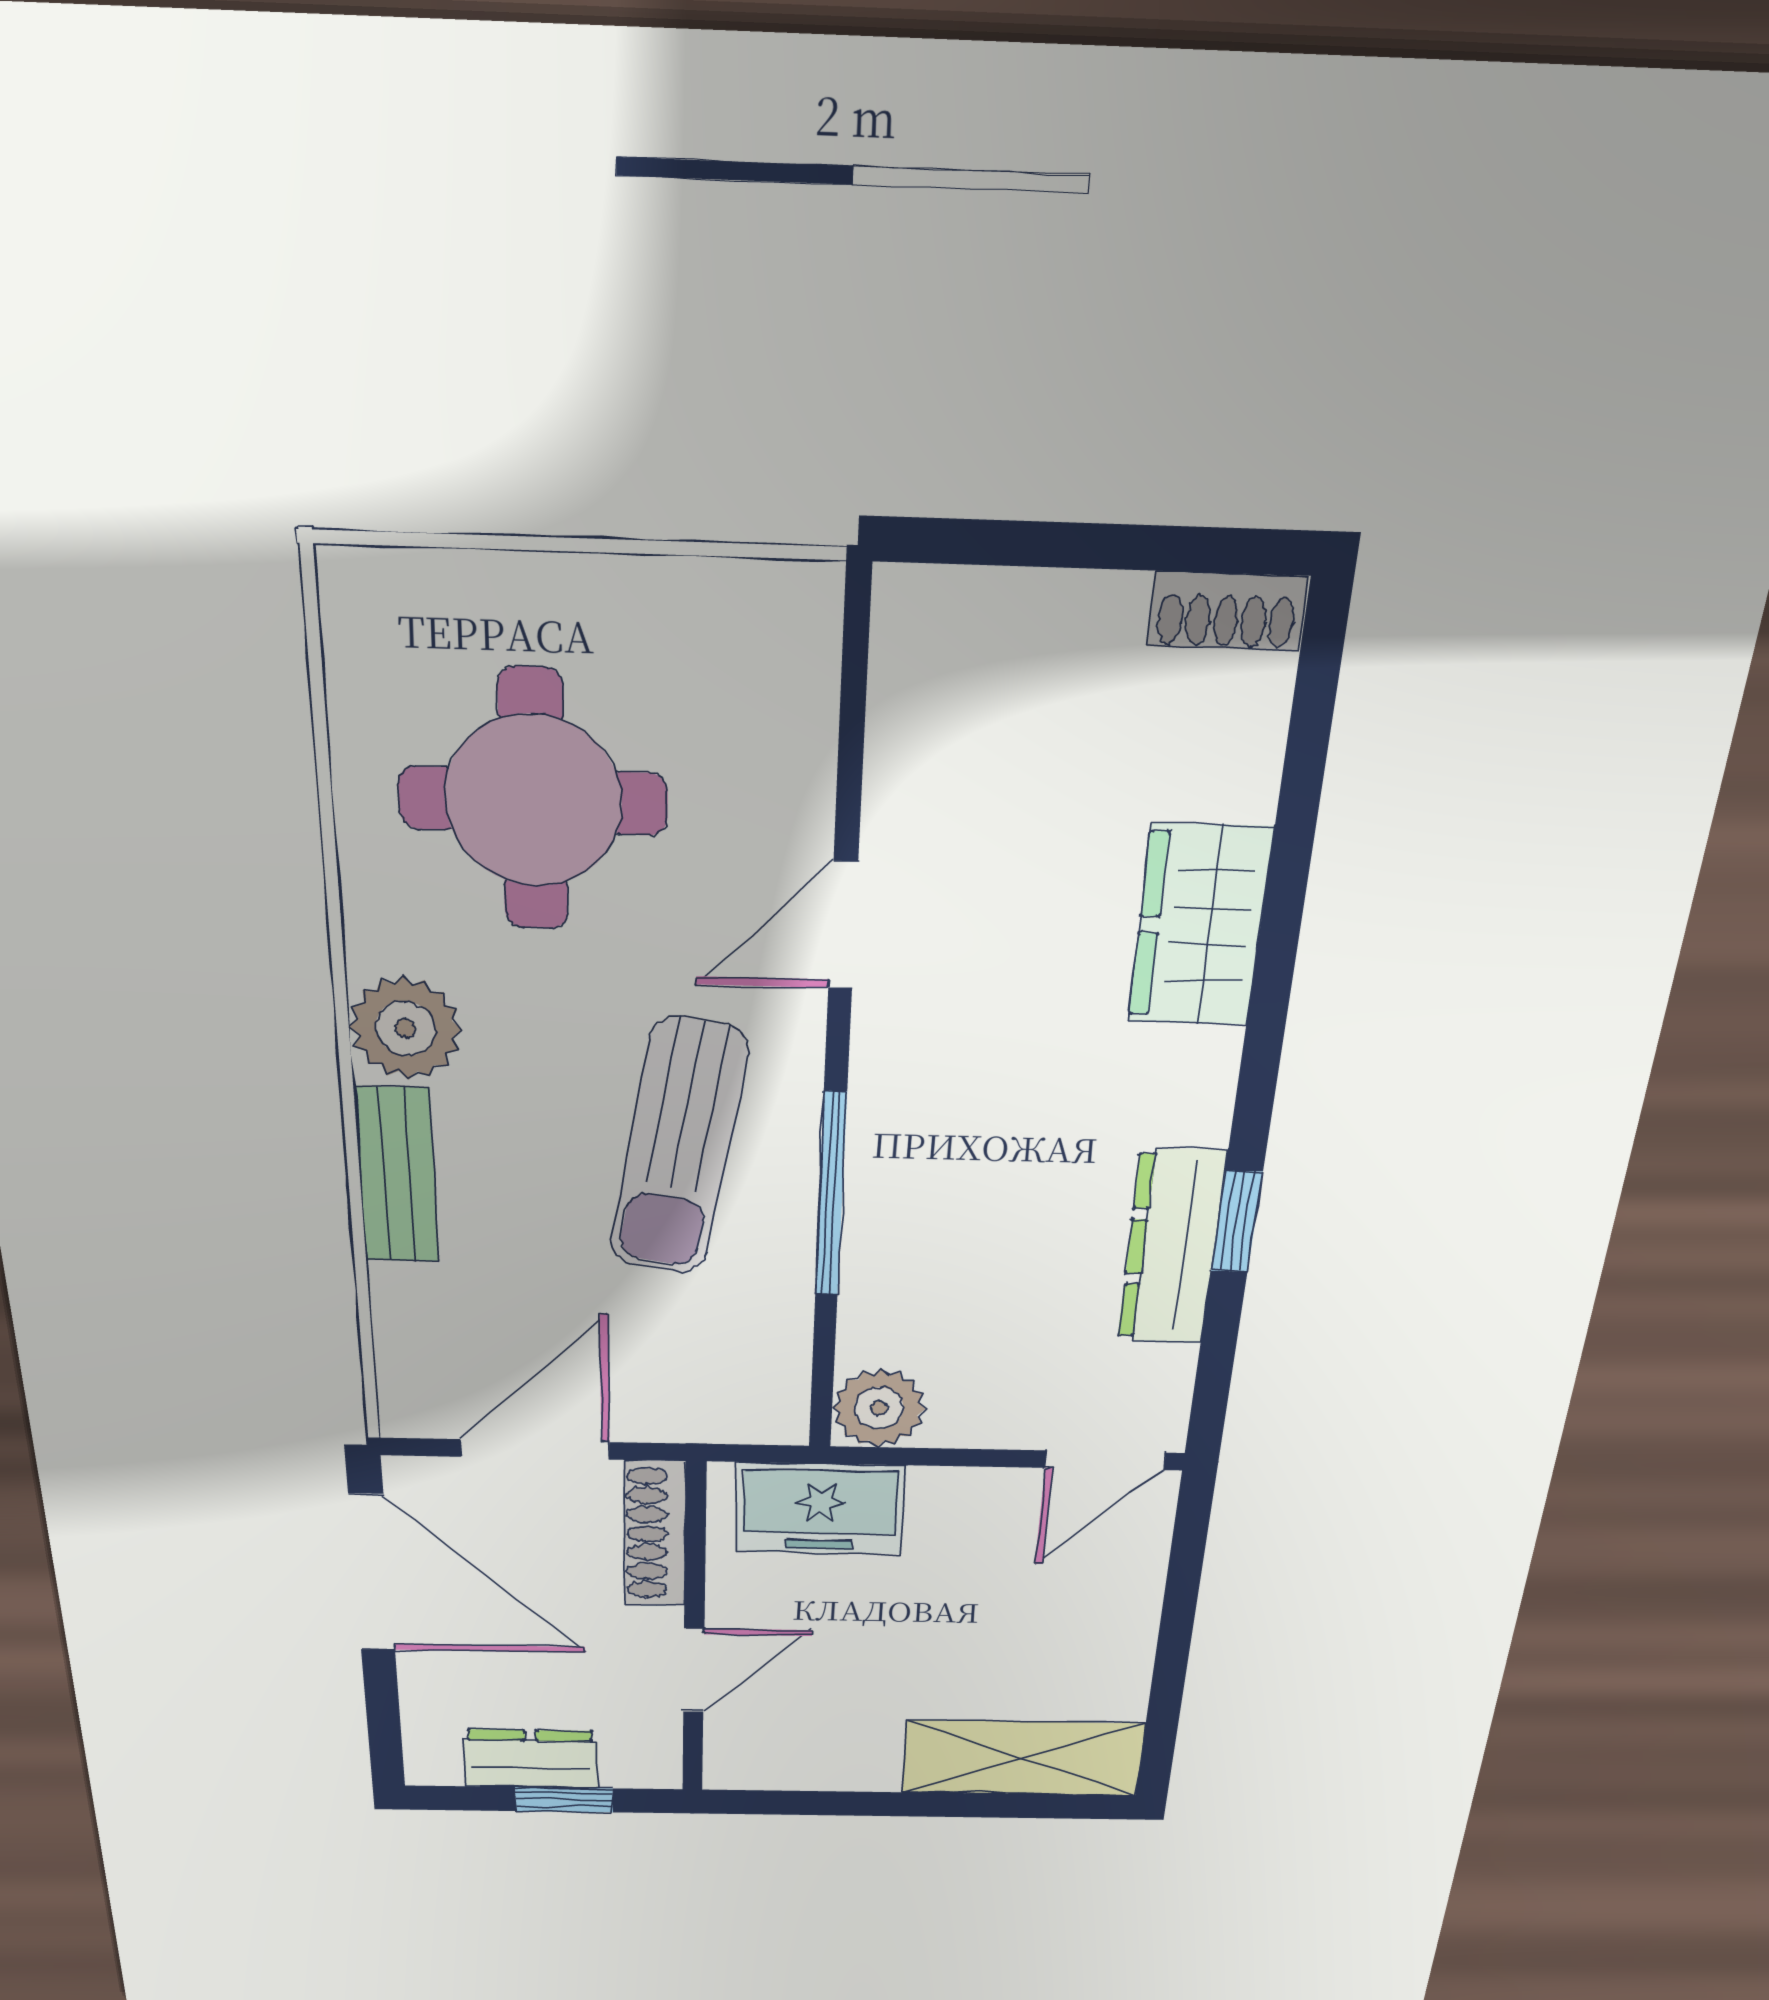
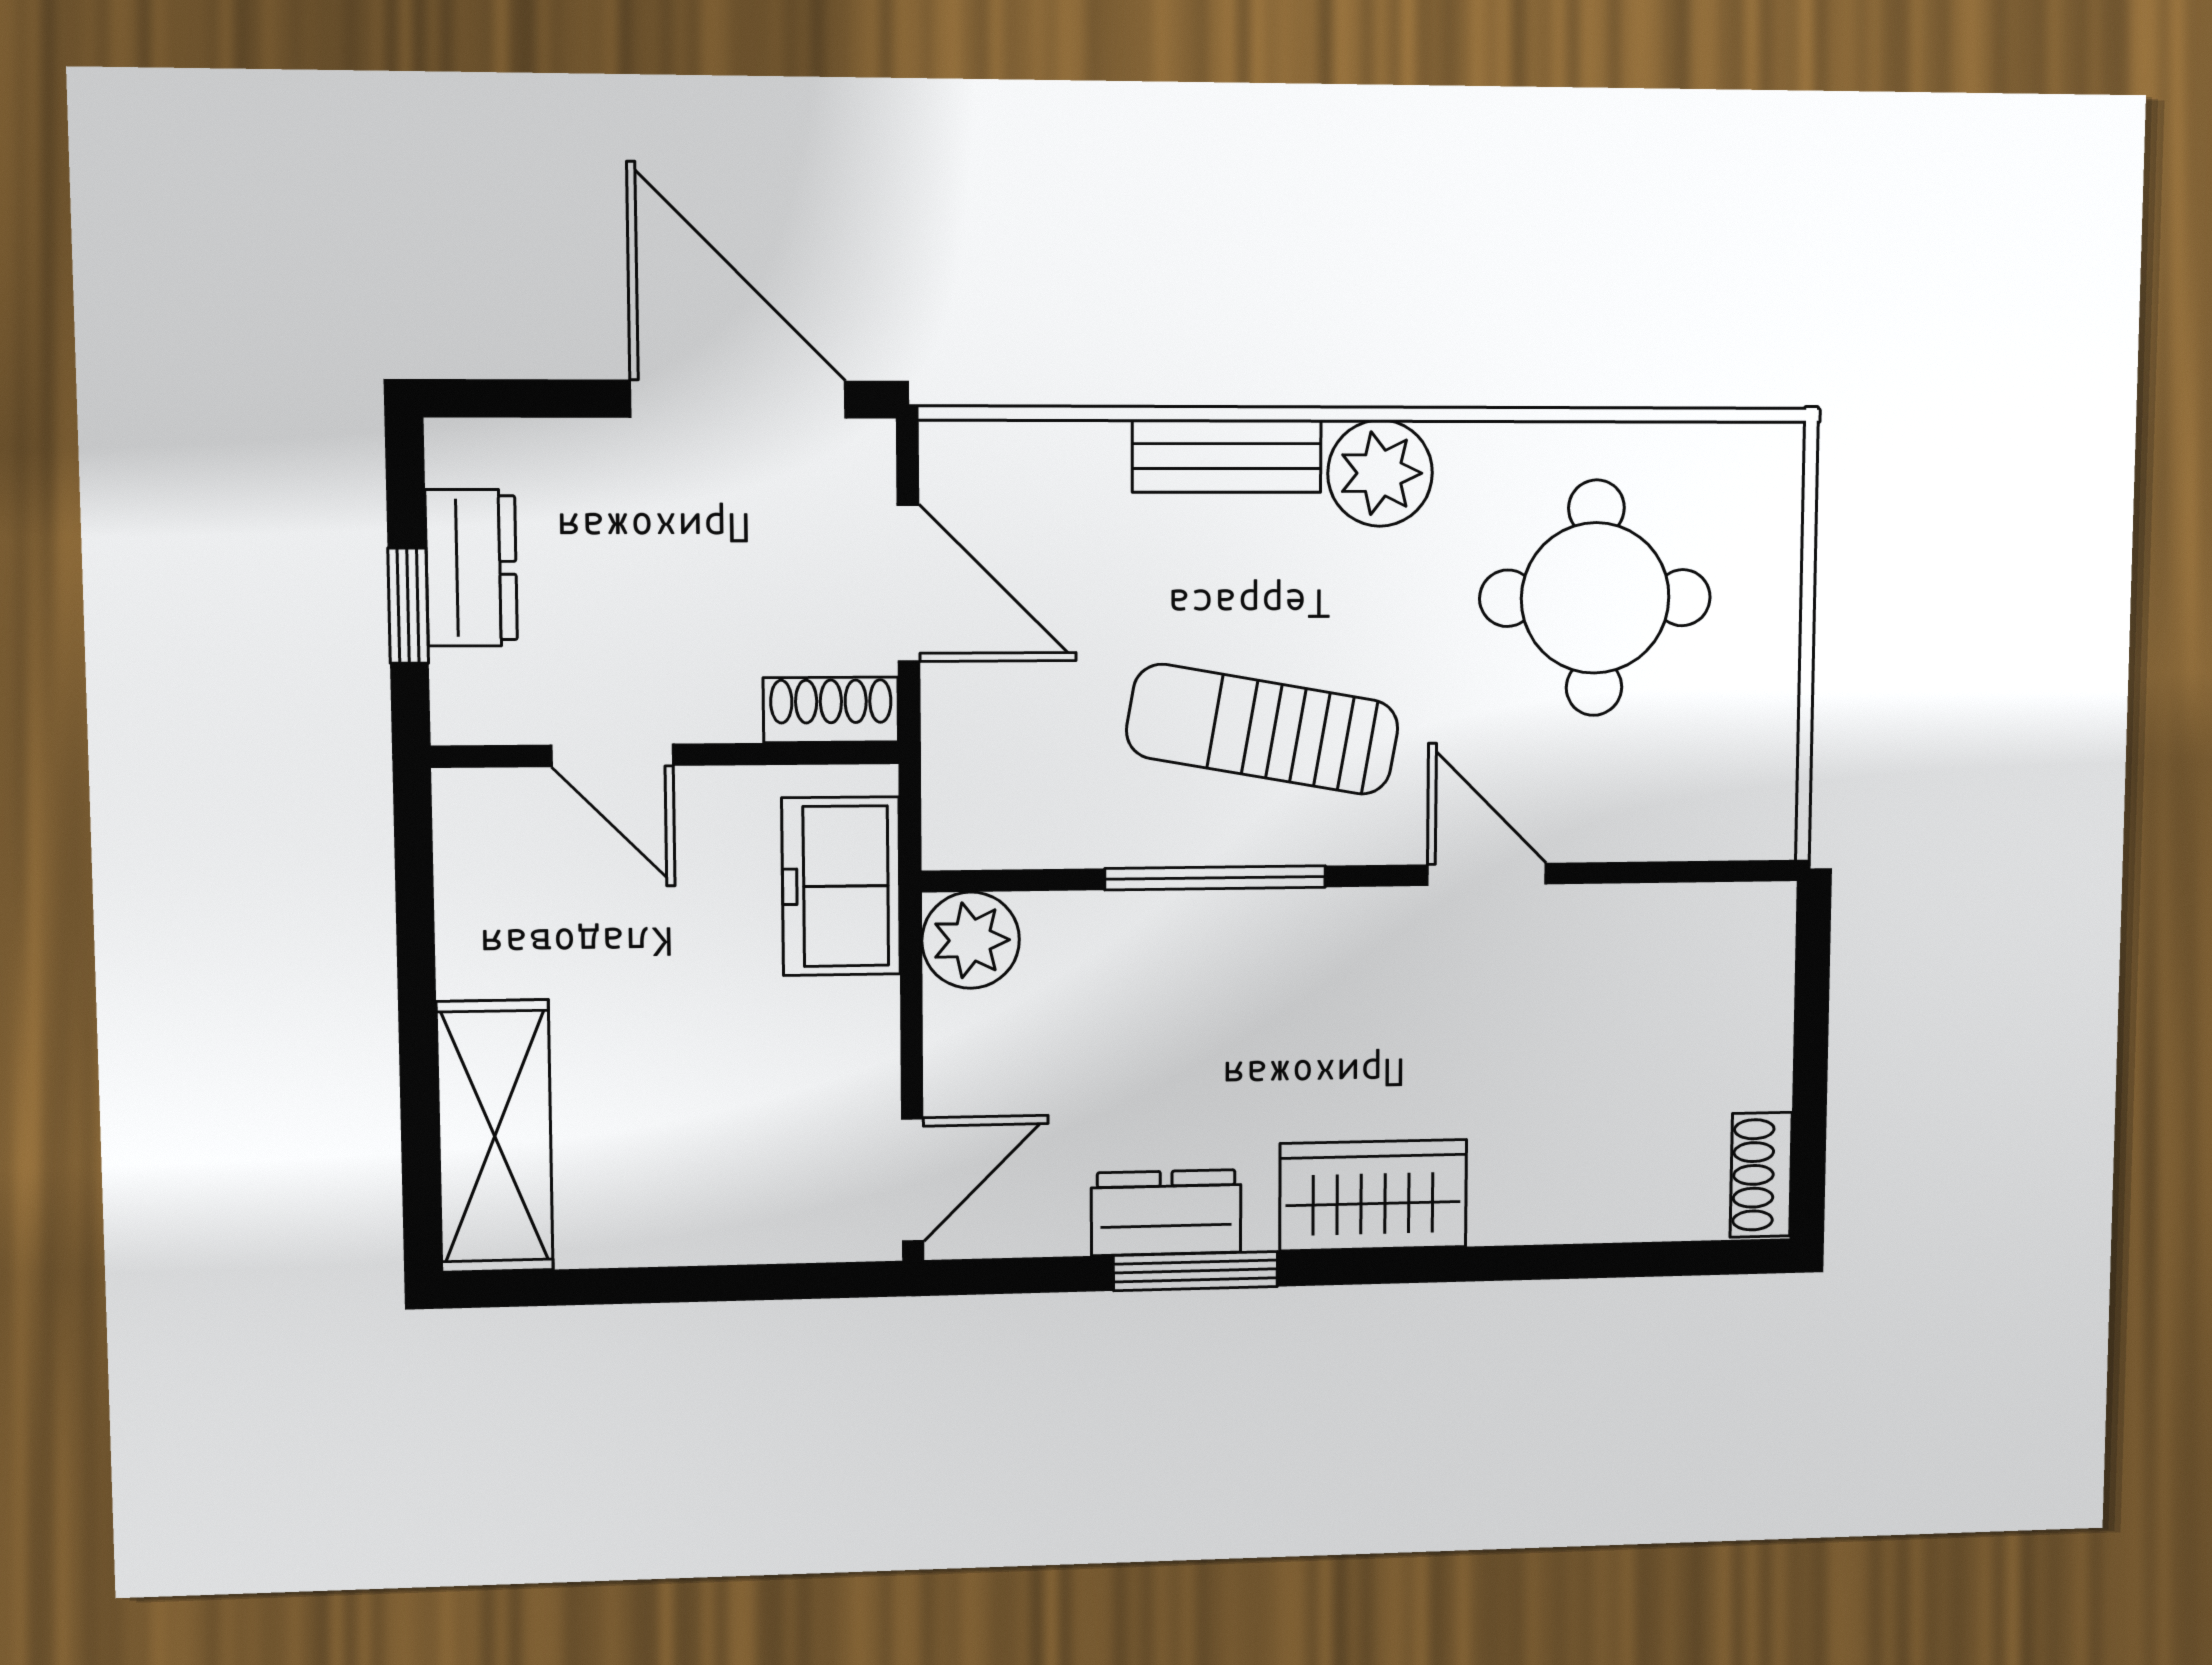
wardrobe: (1200, 926) -> (1373, 1195), moved
window: (1237, 1222) -> (1196, 1271), width x1.50
dresser: (1172, 1247) -> (1166, 1213), width x0.70
door: (1106, 1460) -> (913, 1180), swing flipped
shoe rack: (655, 1534) -> (831, 710), width x0.70
door: (372, 1573) -> (738, 399), swing flipped

